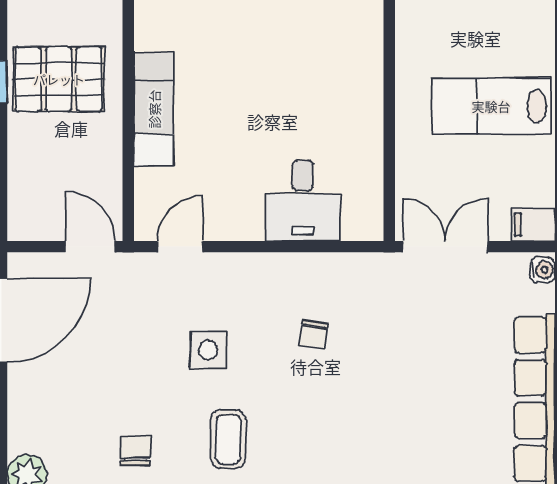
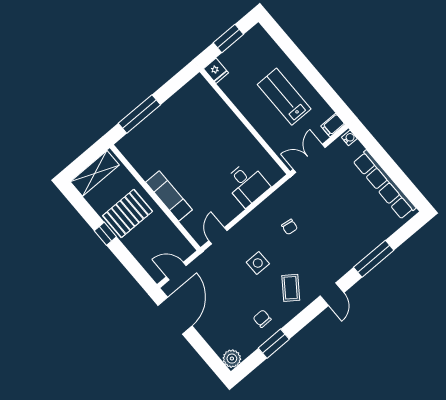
lab bench: (491, 106) -> (284, 97), turned 90
door: (90, 247) -> (176, 271), moved
coffee table: (228, 439) -> (291, 288), turned 36

